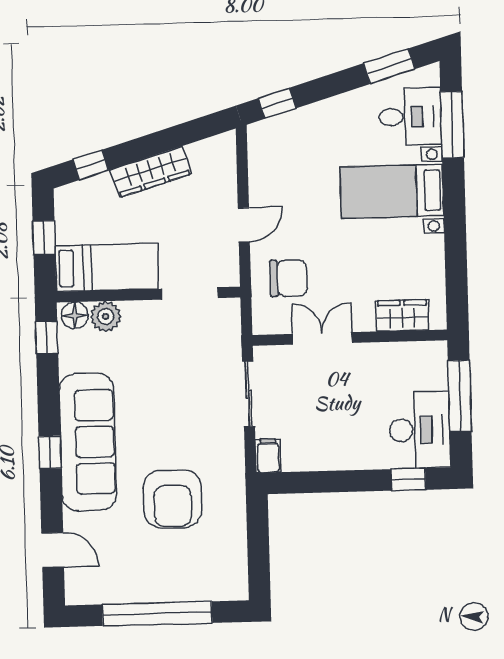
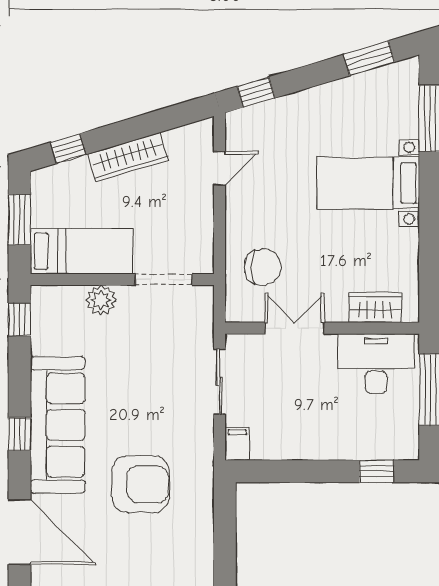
desk: (410, 117) -> (388, 109), removed
door: (244, 225) -> (219, 168), moved
window: (44, 238) -> (20, 220), width x1.50
floor lamp: (75, 315) -> (48, 298), removed
plant: (106, 316) -> (101, 300), moved
desk: (420, 430) -> (376, 364), moved, turned -90
armchair: (173, 499) -> (141, 484), turned -90
door: (53, 550) -> (20, 532), width x1.87

